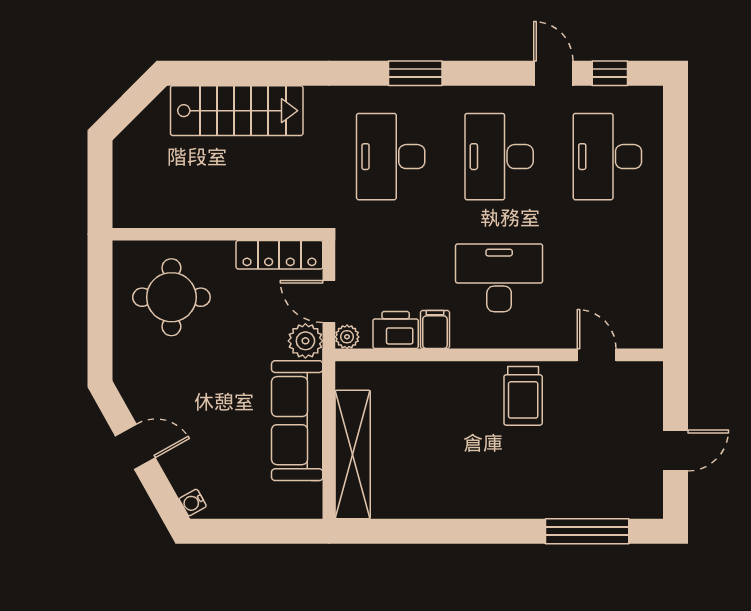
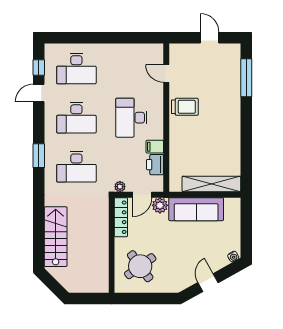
round table: (171, 297) -> (140, 266), turned -36
plant: (347, 337) -> (120, 187), moved
door: (597, 355) -> (166, 73), hinge flipped

